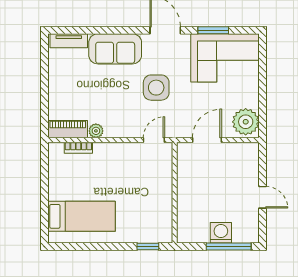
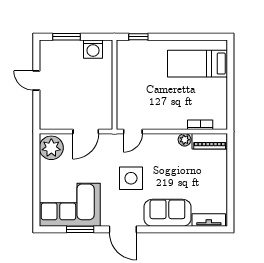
washing machine: (221, 233) -> (93, 49), moved
window: (229, 246) -> (66, 37), width x0.69

